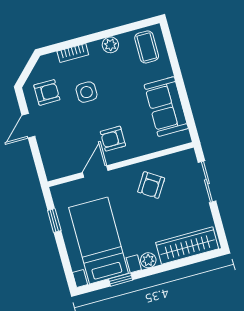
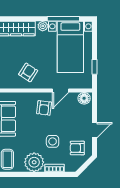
plant: (110, 45) -> (34, 162), width x1.88, depth x1.88
armchair: (113, 139) -> (44, 108), turned 97
floor lamp: (57, 169) -> (84, 98), added
window: (121, 280) -> (63, 19), width x2.17

